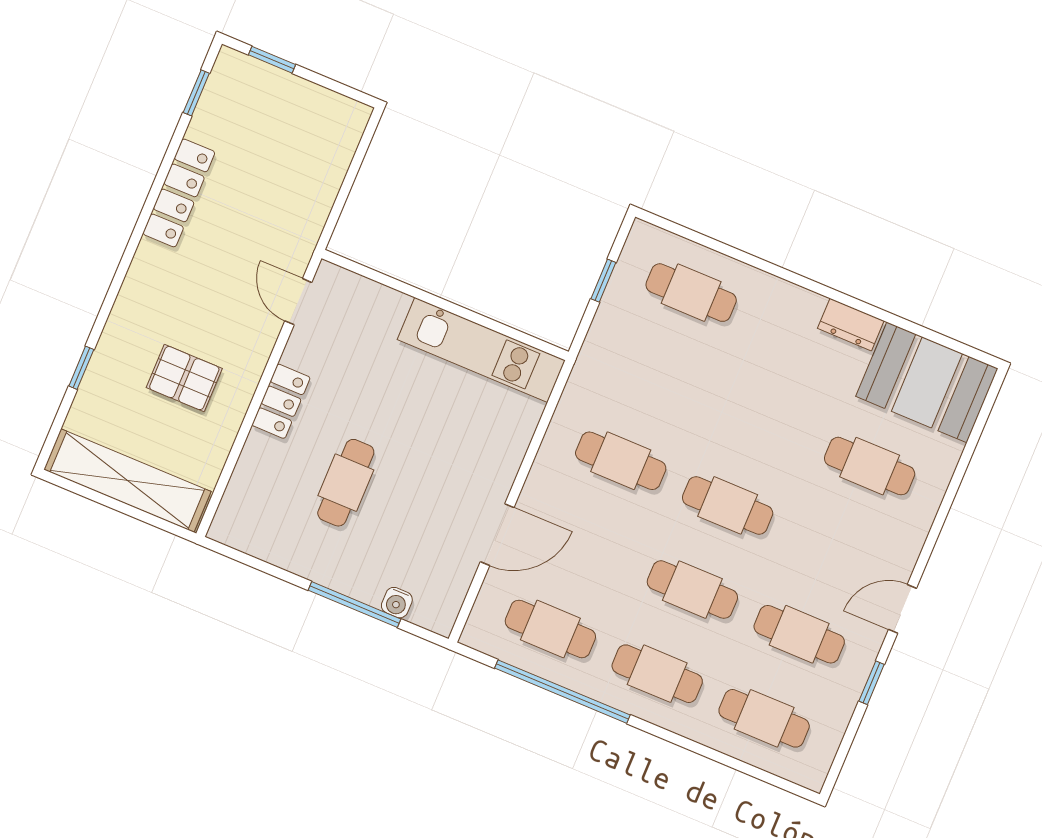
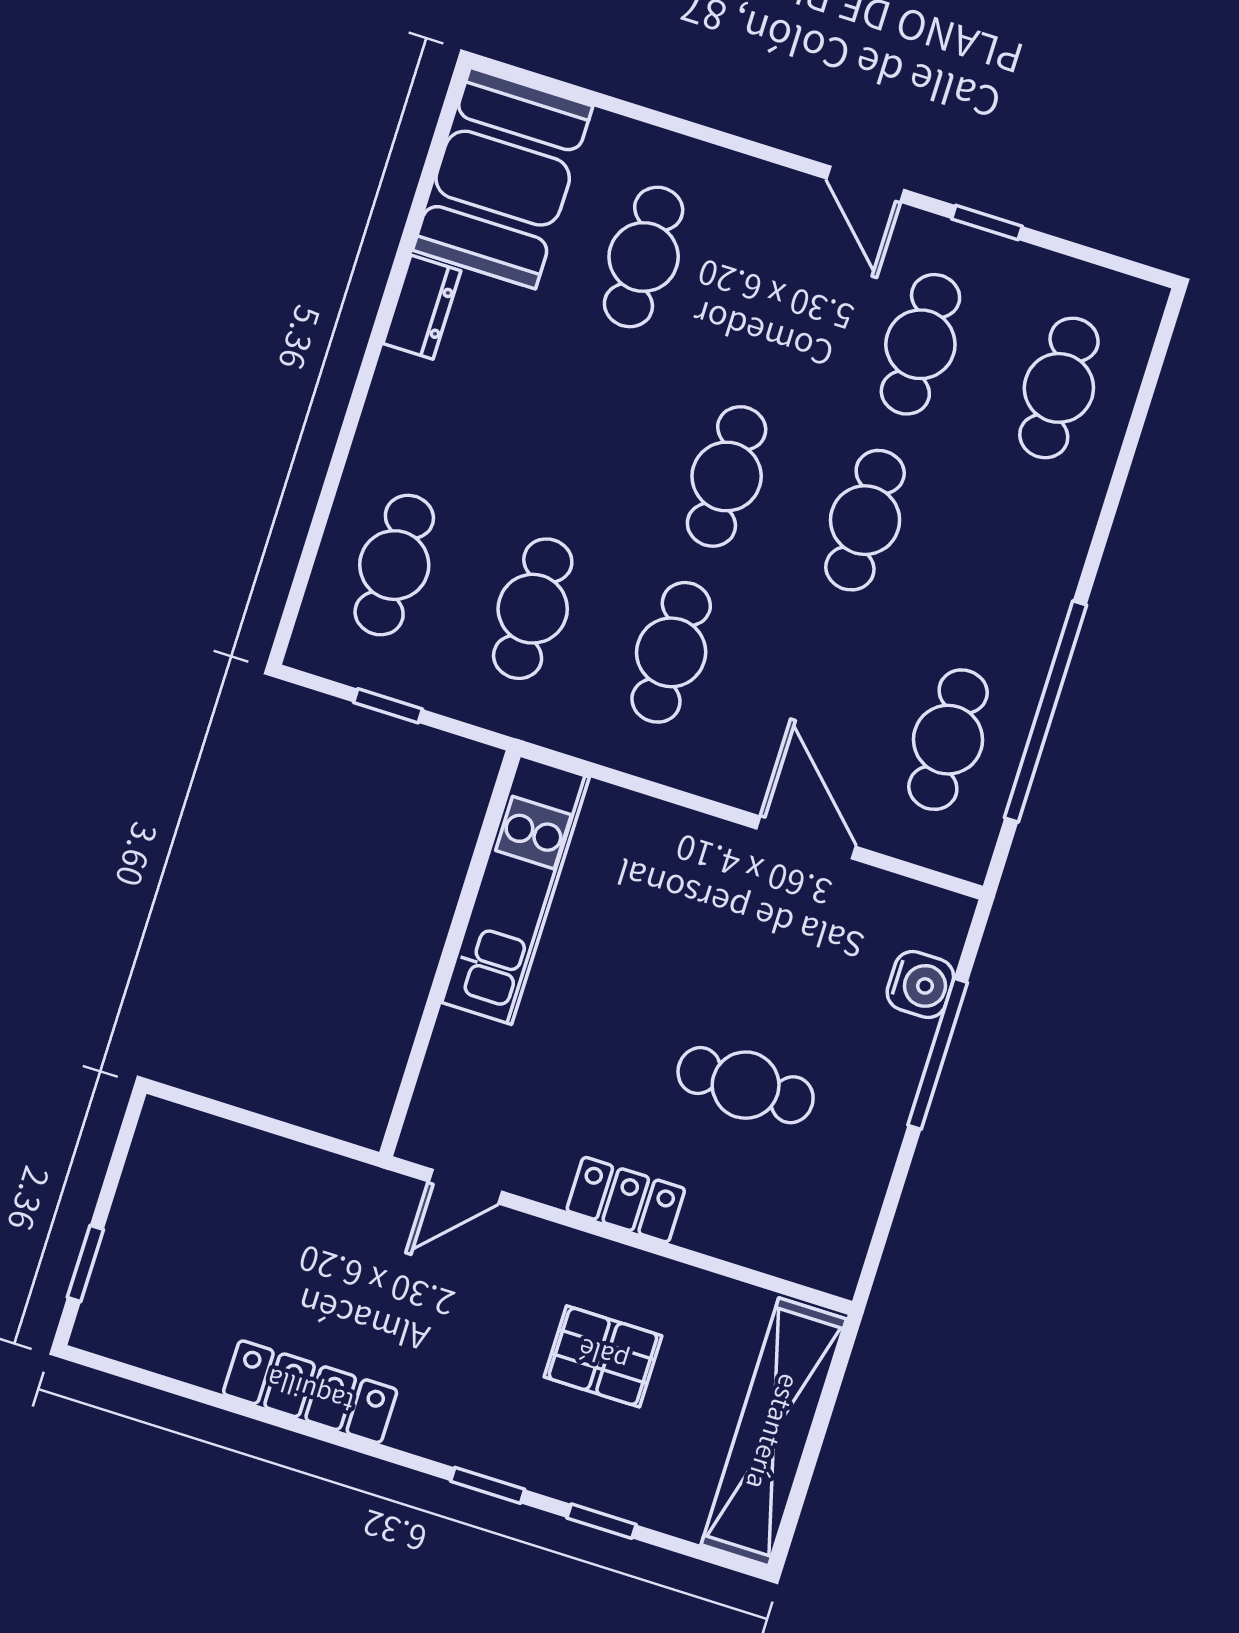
window: (196, 93) -> (488, 1485), moved
pallet: (184, 378) -> (603, 1356), turned 90
water cooler: (397, 603) -> (920, 984), width x1.38, depth x1.38
cafe table: (657, 674) -> (533, 609), moved

